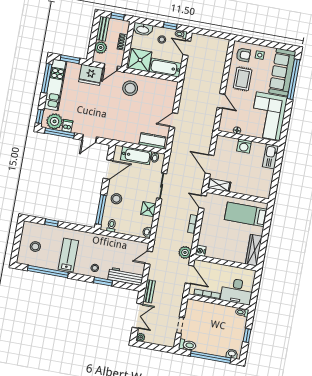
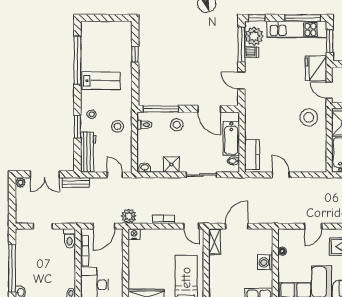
door: (203, 202) -> (191, 226), swing flipped
stool: (35, 247) -> (118, 126), moved
toilet: (187, 345) -> (69, 239), moved

